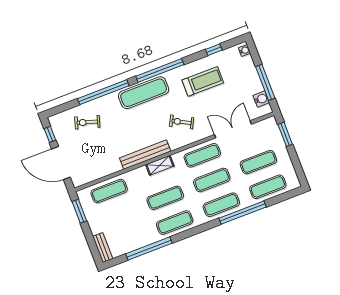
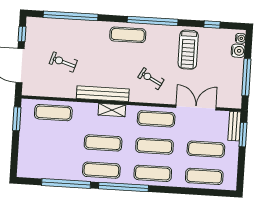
treadmill: (203, 81) -> (188, 50), turned 90
window: (103, 92) -> (71, 16), moved
exercise mat: (144, 93) -> (128, 35), width x0.73, depth x0.69
water cooler: (261, 99) -> (238, 51), moved
exercise bike: (87, 122) -> (63, 62), moved
window: (243, 213) -> (123, 187), moved
bench: (103, 248) -> (234, 126), moved

